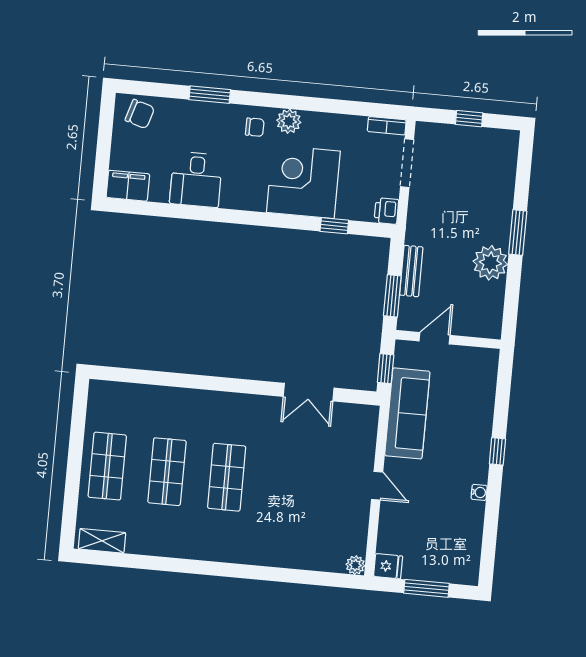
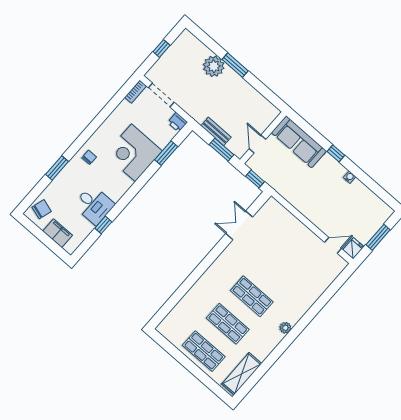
plant: (289, 121) -> (98, 138), removed
filing cabinet: (128, 186) -> (58, 233), moved, turned 90
window: (178, 211) -> (103, 225), added
window: (334, 226) -> (166, 153), width x1.50
plant: (490, 263) -> (214, 66), moved
double door: (309, 392) -> (239, 225), swing flipped
sofa: (407, 413) -> (299, 142), moved, turned 180
door: (377, 486) -> (333, 245), moved
shelving: (102, 541) -> (242, 374), width x1.50, depth x1.33
plant: (355, 565) -> (285, 328), moved

